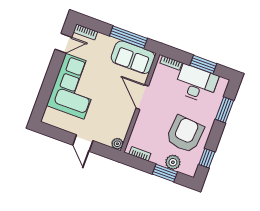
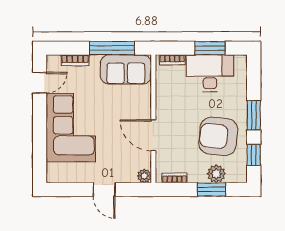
bookcase: (85, 32) -> (75, 60), moved
door: (142, 97) -> (153, 135), moved
window: (225, 110) -> (254, 115), moved
armchair: (185, 134) -> (218, 136), turned -89

